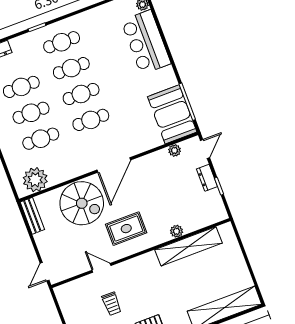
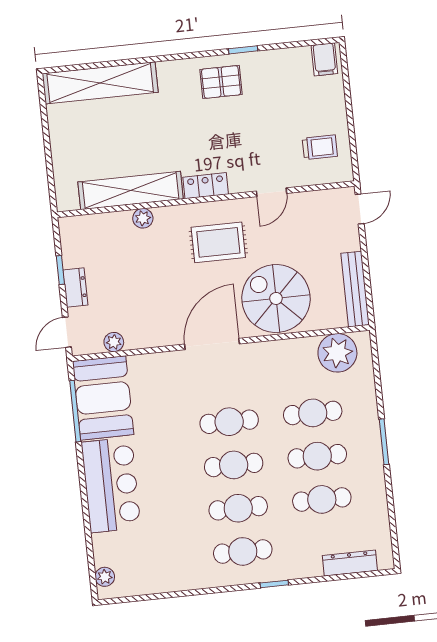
bar counter: (146, 42) -> (111, 485), moved
bench: (32, 216) -> (355, 289), width x1.36
locker: (143, 261) -> (206, 186), added
door: (101, 268) -> (272, 192), hinge flipped
trolley: (112, 304) -> (320, 147), moved, turned 90

